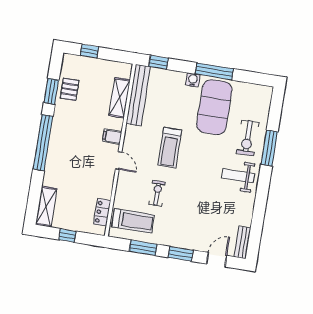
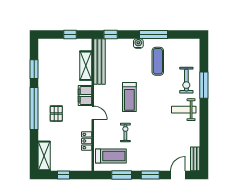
window: (90, 51) -> (70, 34), moved
pallet: (70, 89) -> (56, 114), moved
exercise mat: (214, 107) -> (158, 61), width x0.50, depth x0.69
filing cabinet: (112, 136) -> (85, 95), width x2.00
locker: (102, 212) -> (87, 141), moved

